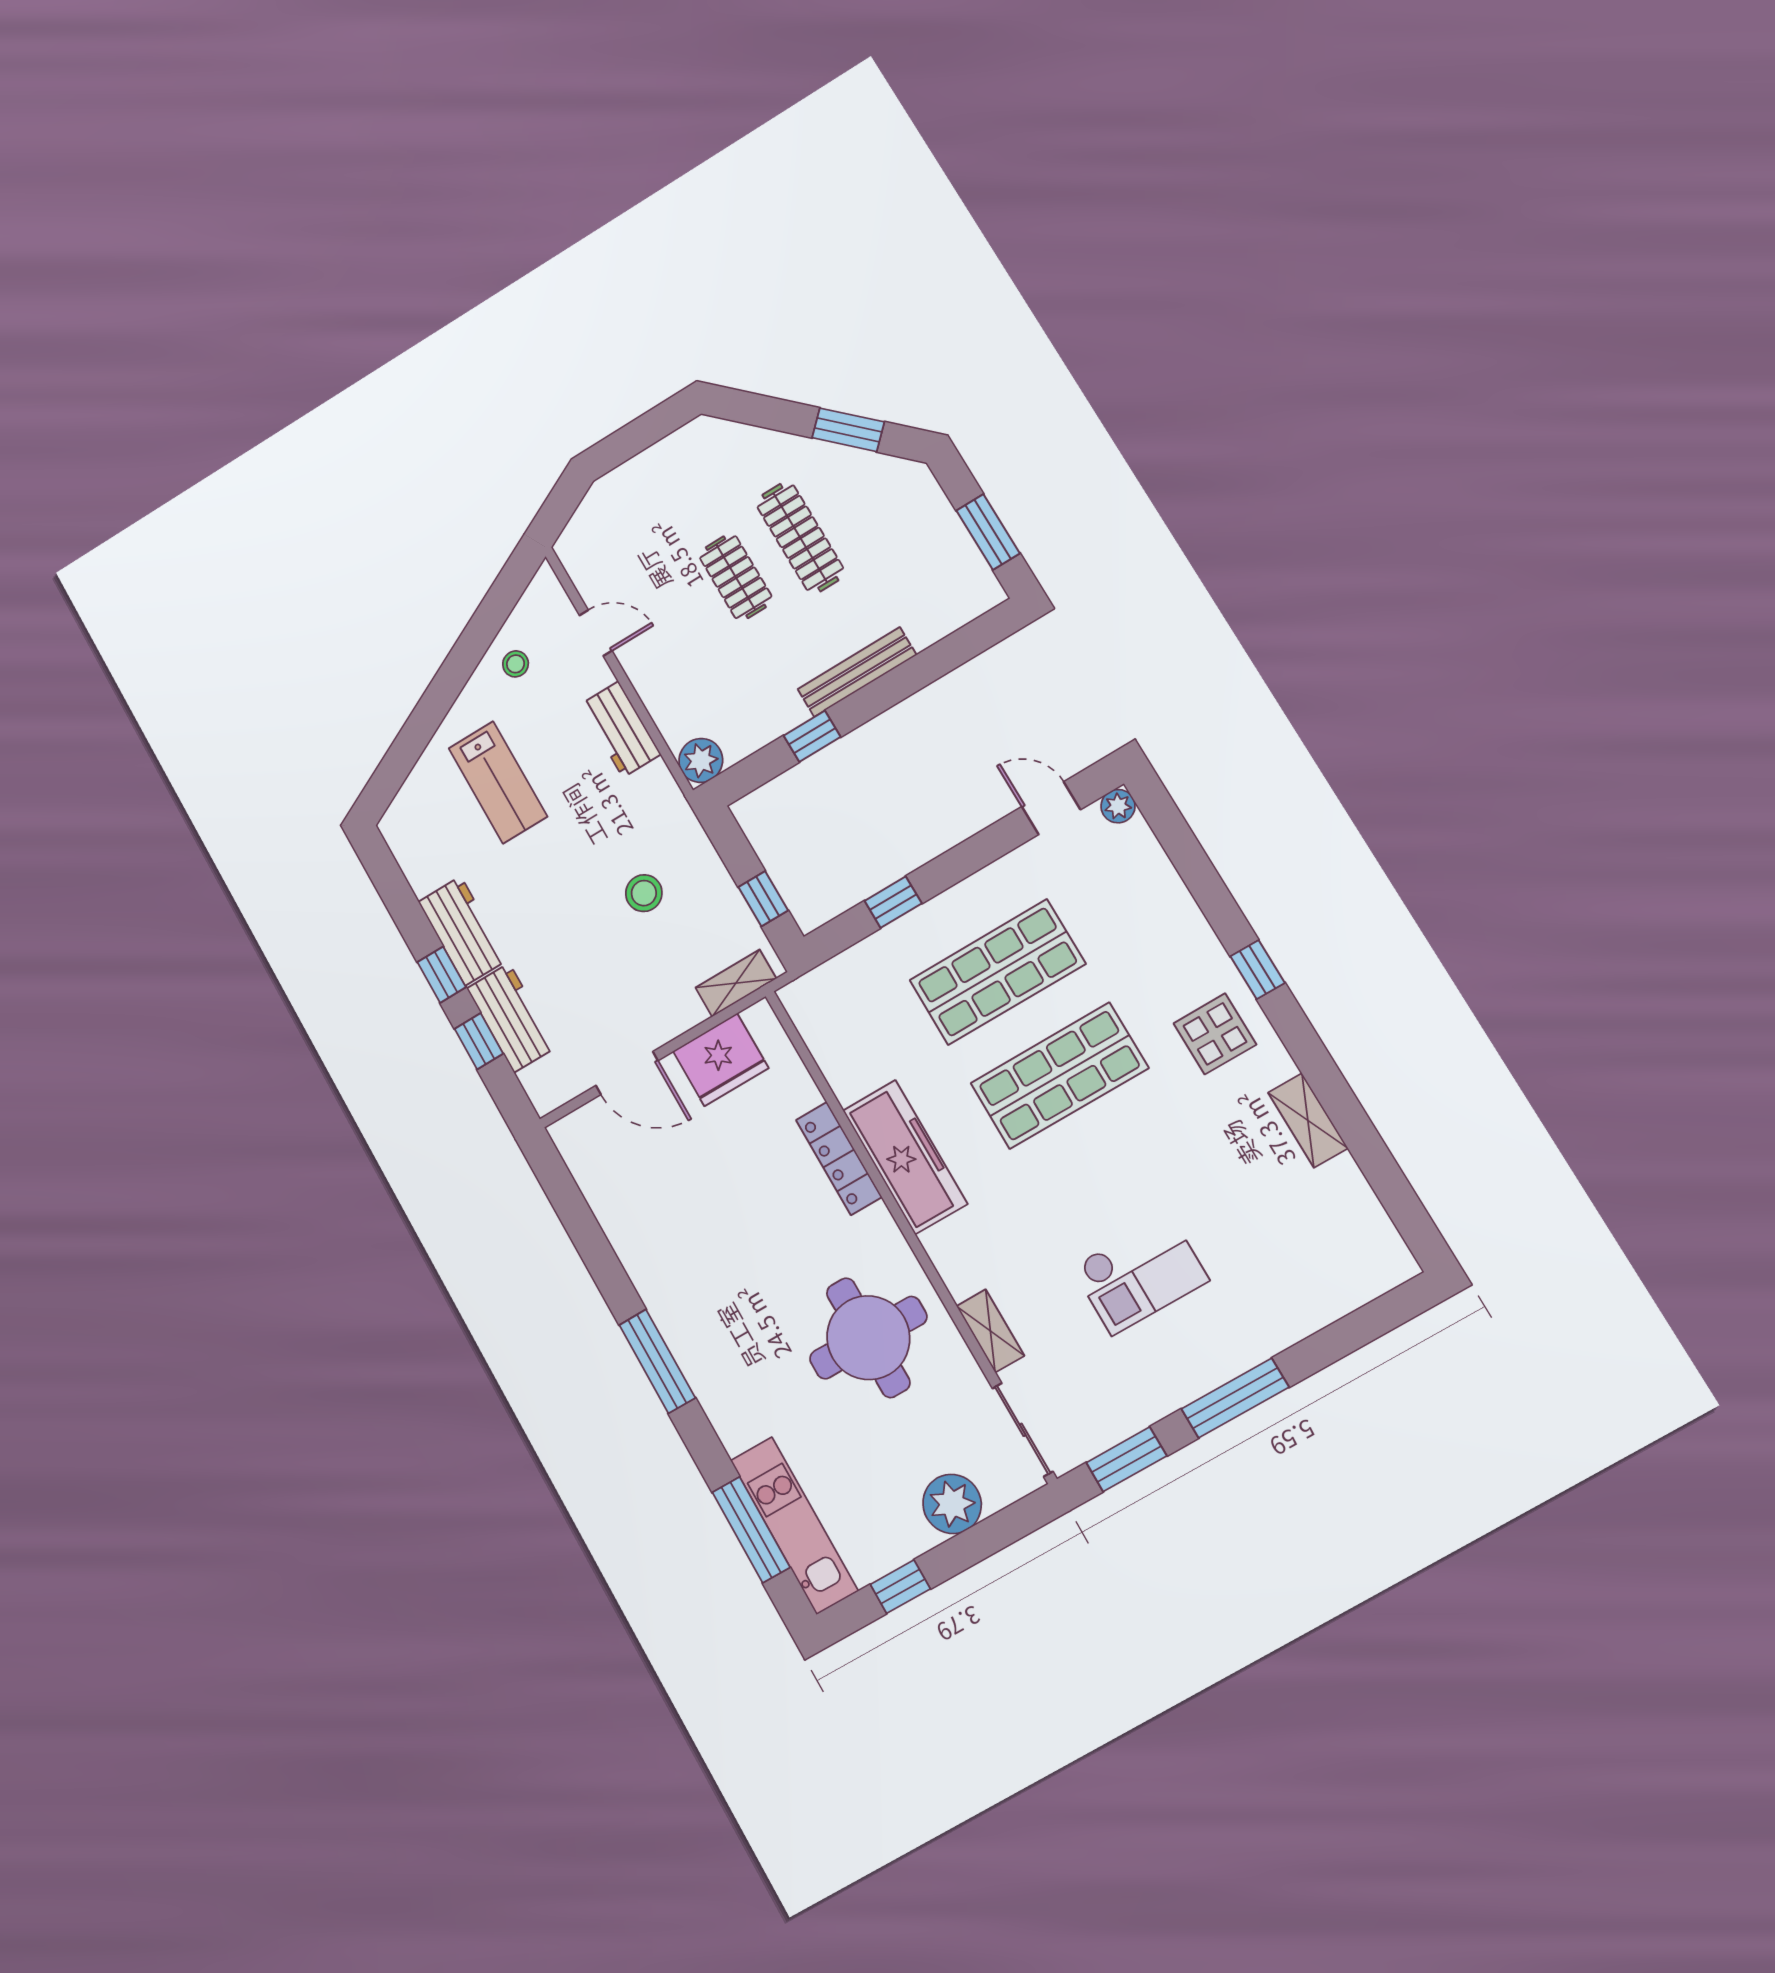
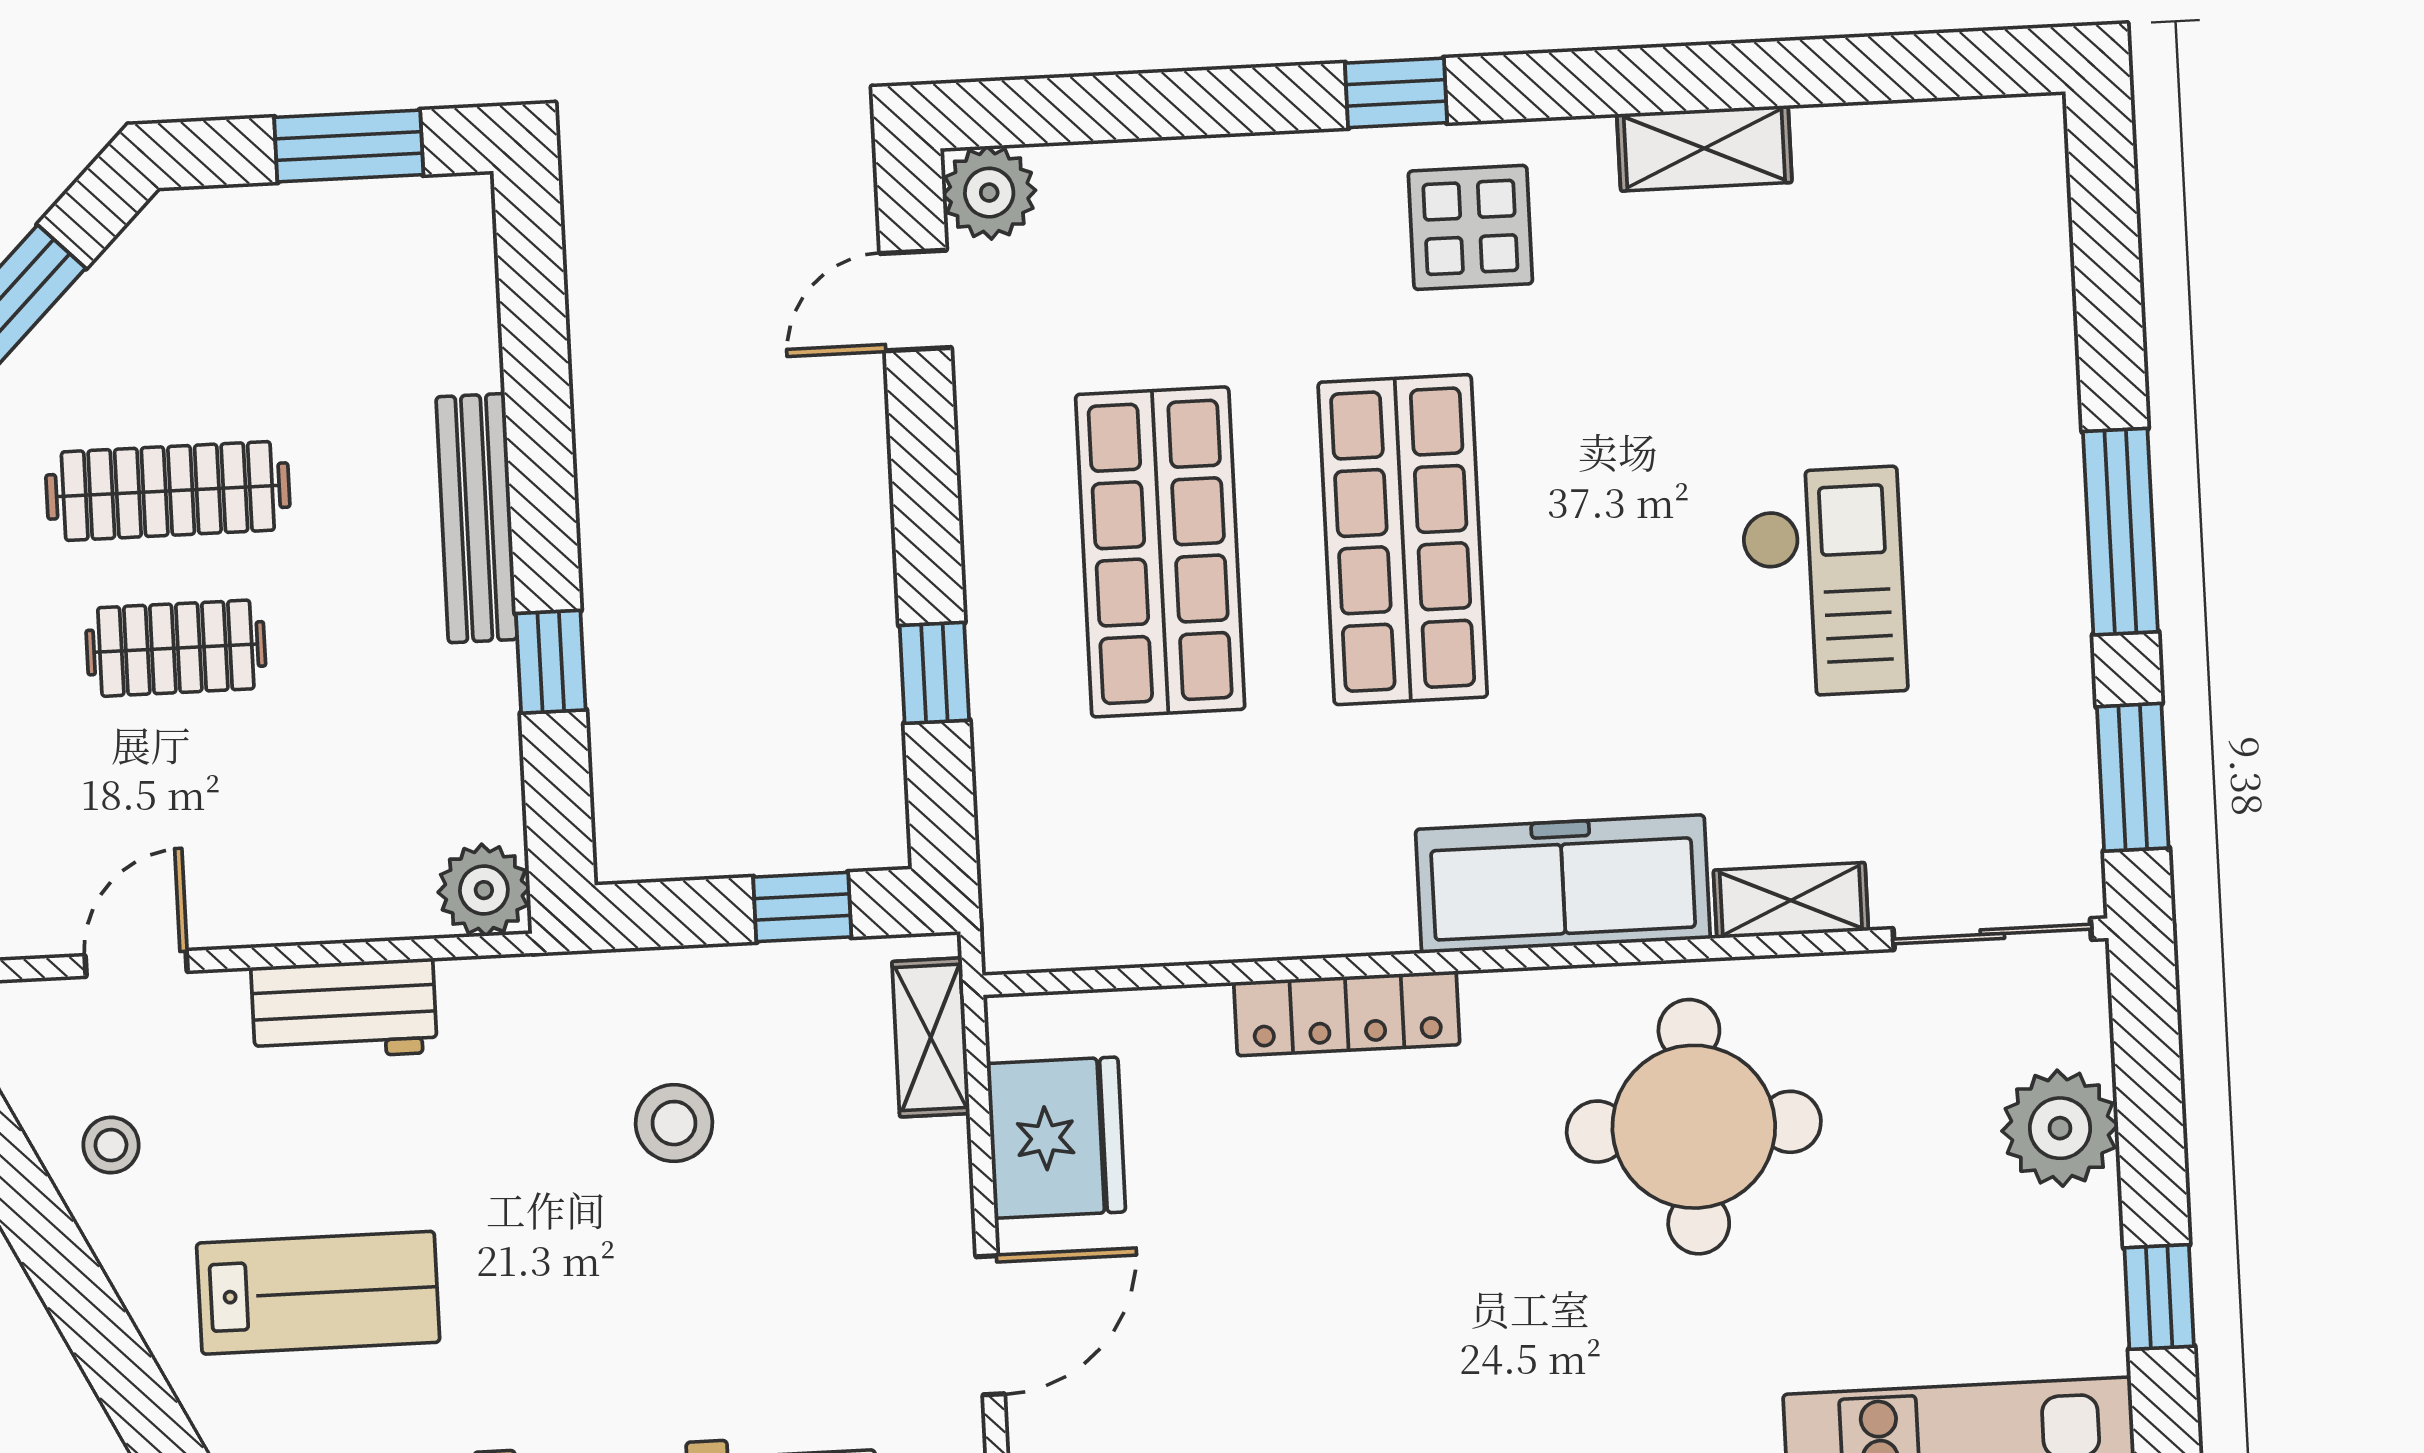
plant: (1118, 806) -> (989, 193), width x1.38, depth x1.38
freezer: (905, 1157) -> (1563, 884), moved

